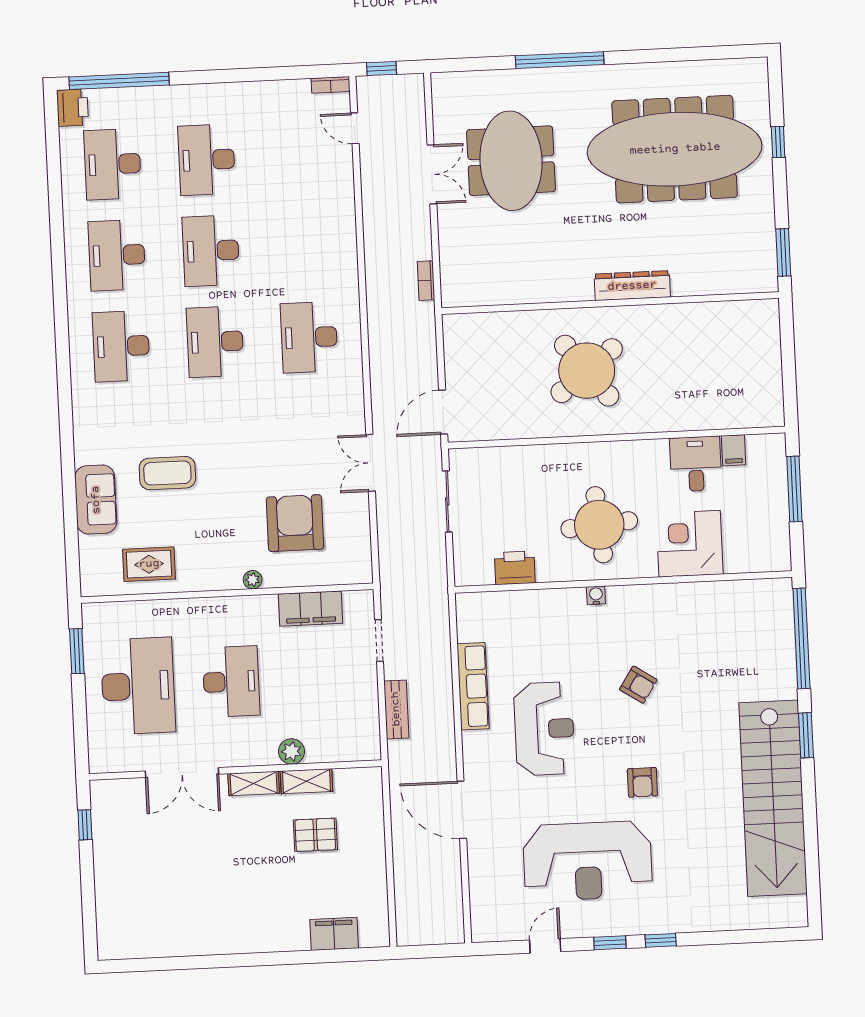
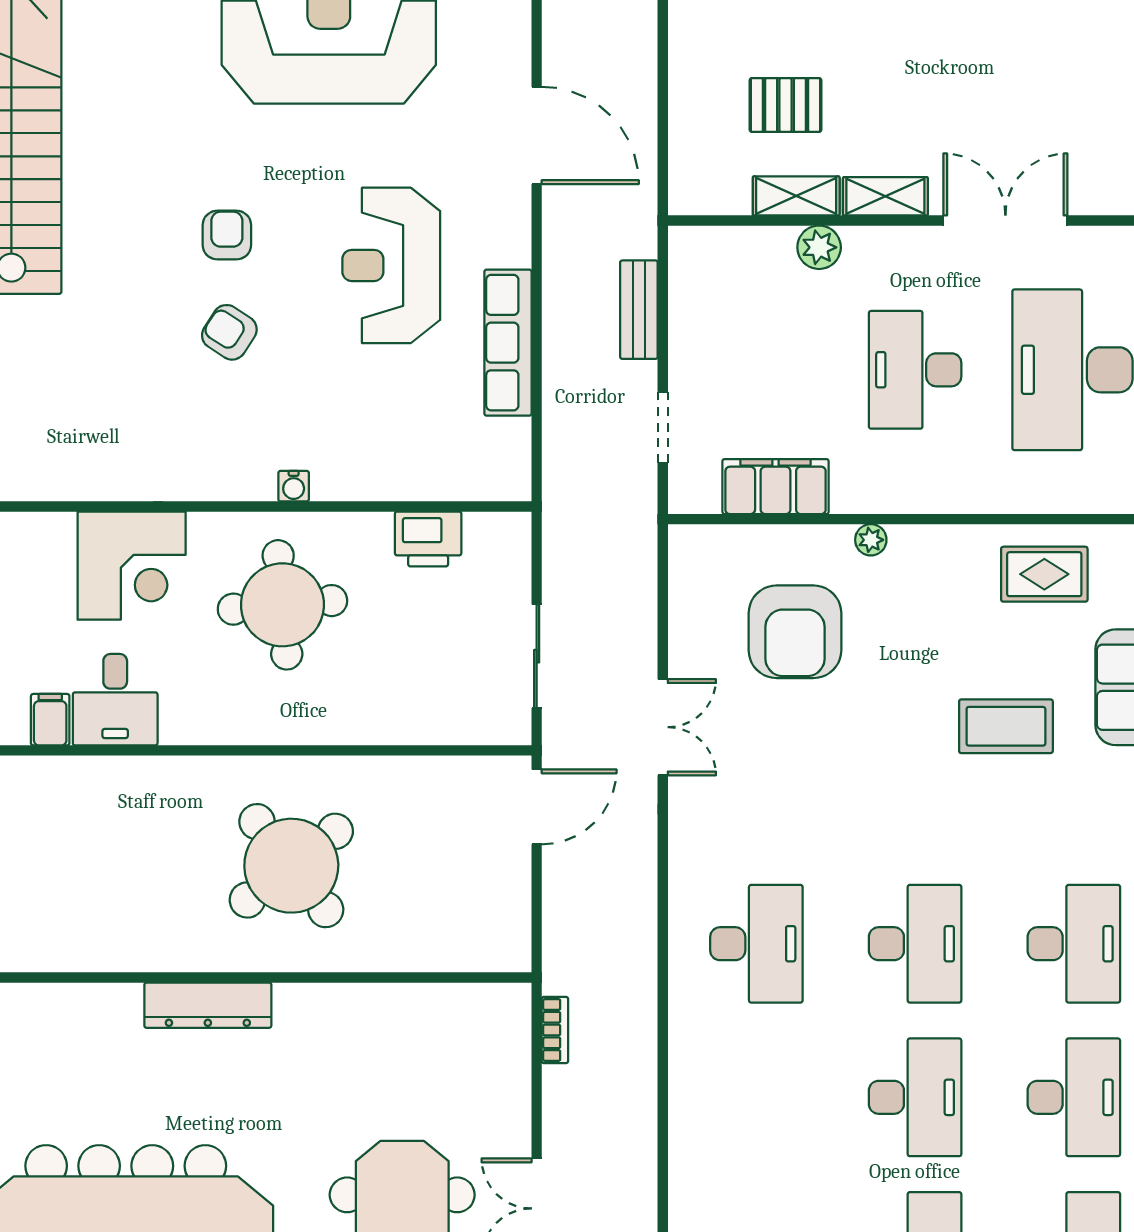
armchair: (642, 782) -> (227, 235), moved

